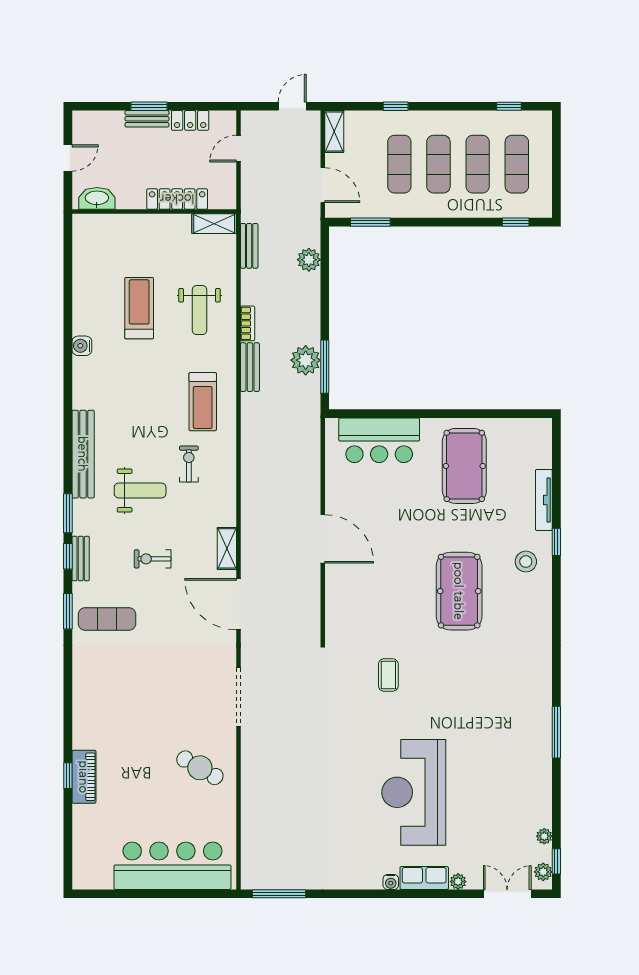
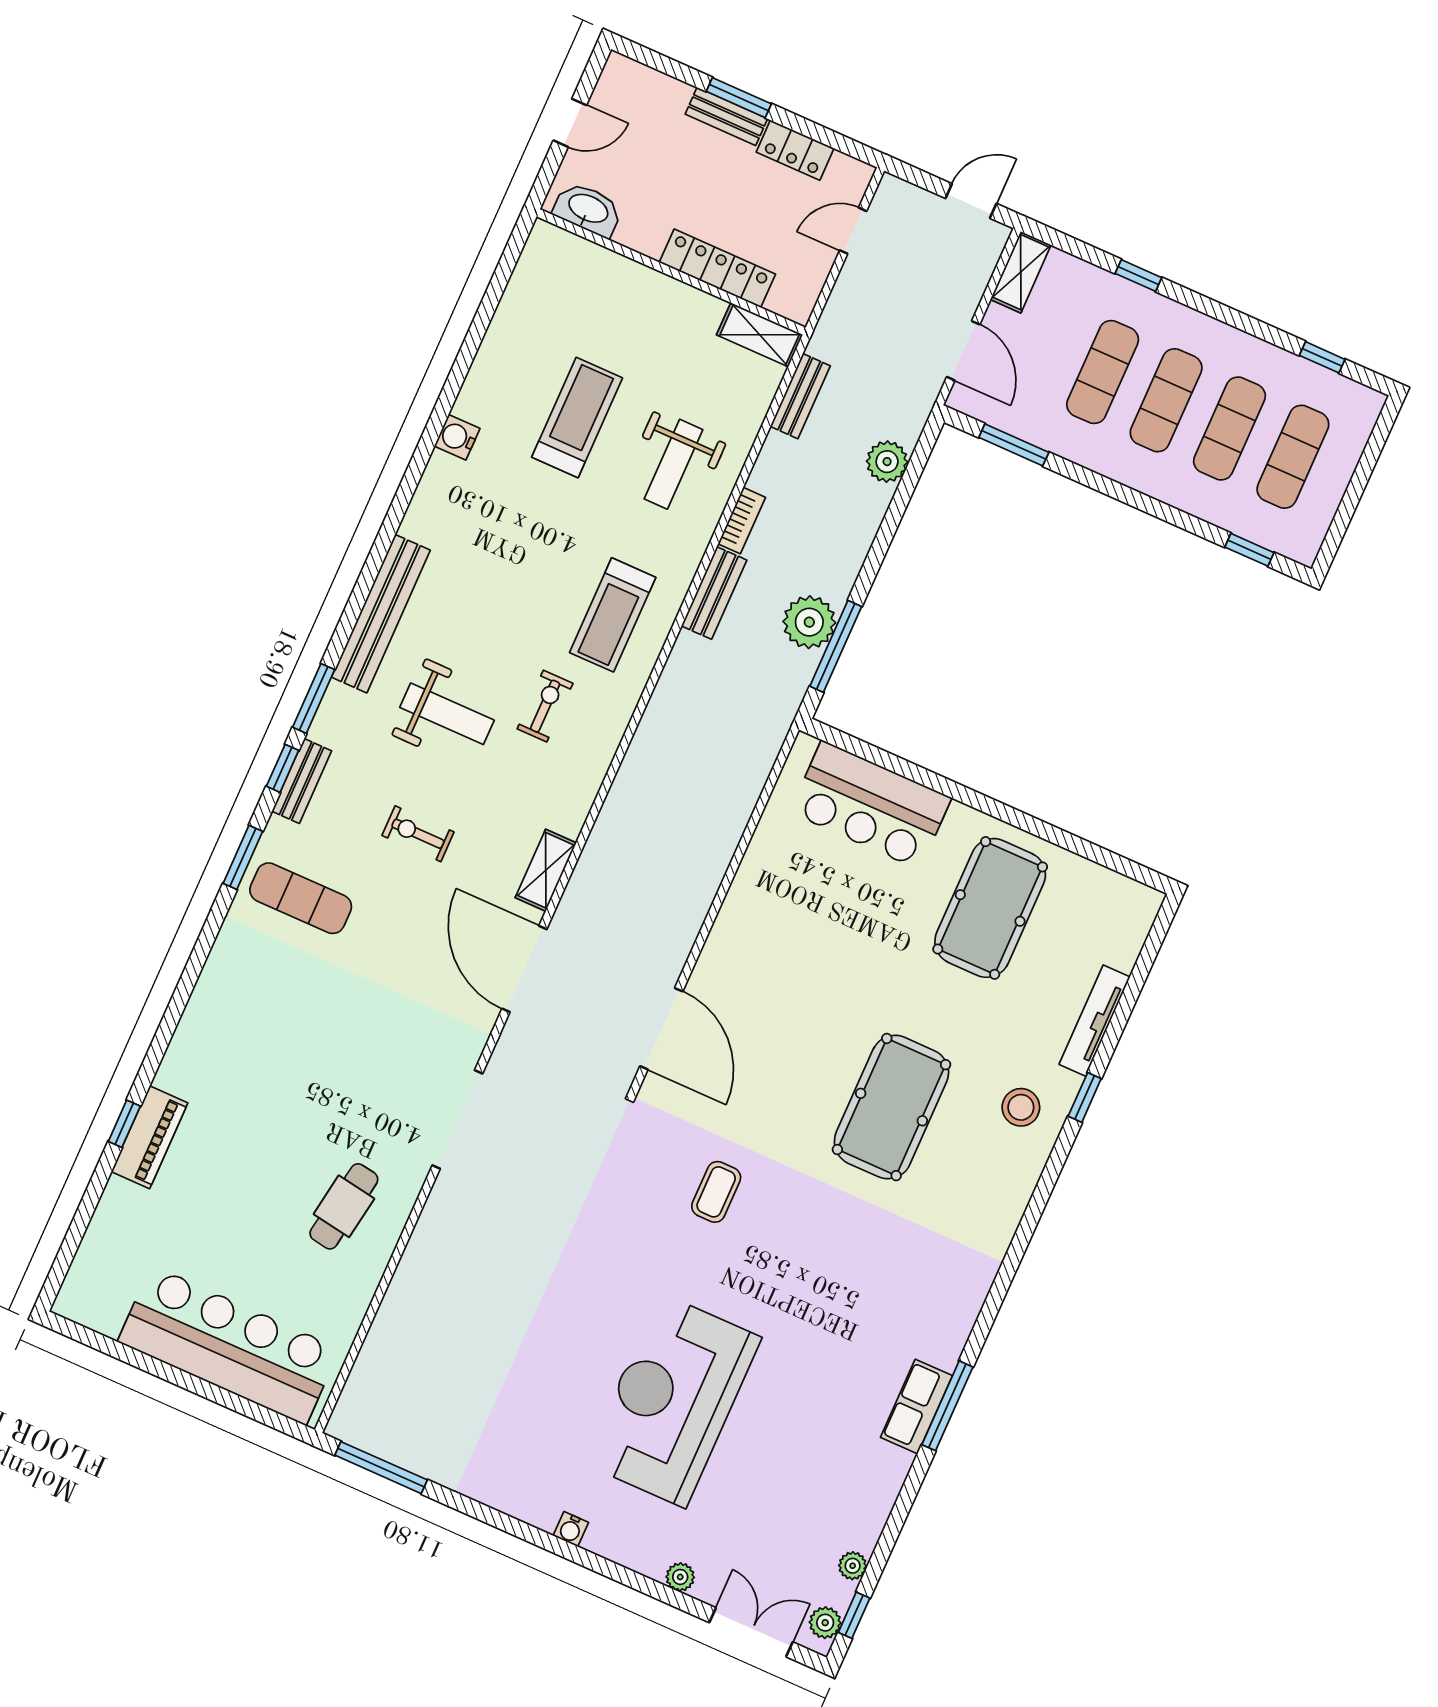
door: (323, 539) -> (661, 1029), moved
cafe table: (200, 768) -> (344, 1206), turned 69
row of seats: (424, 878) -> (916, 1406), moved, turned -90

